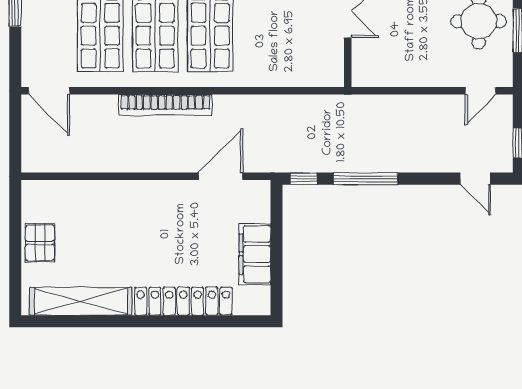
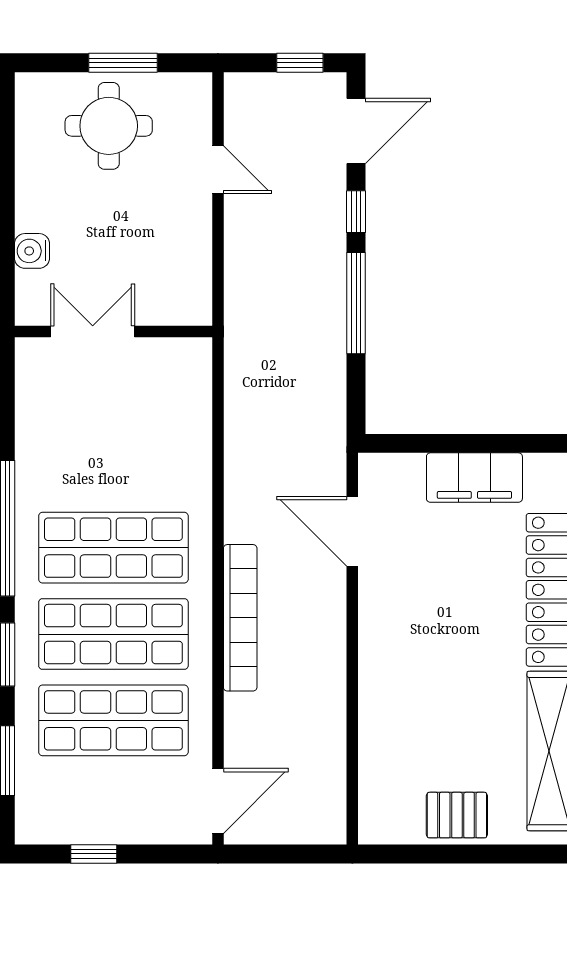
door: (481, 91) -> (218, 170), moved
window: (303, 179) -> (356, 212), moved
door: (475, 179) -> (356, 131), width x1.38

